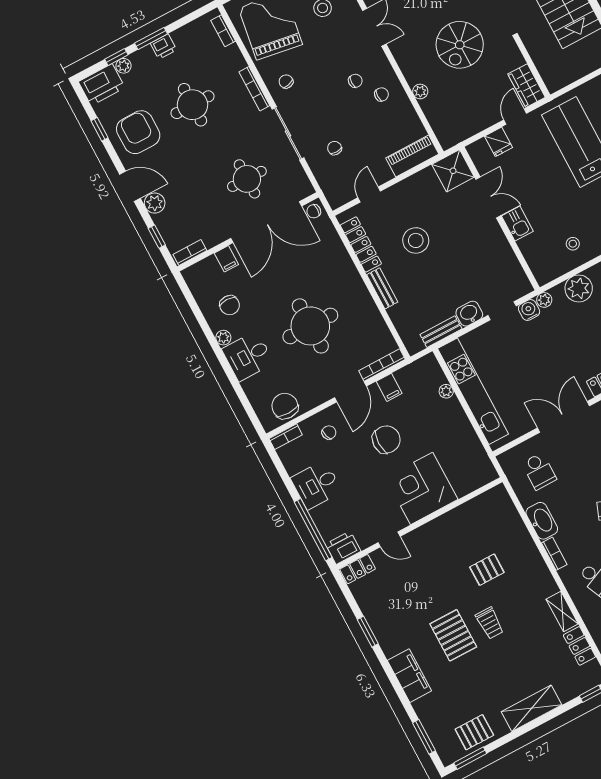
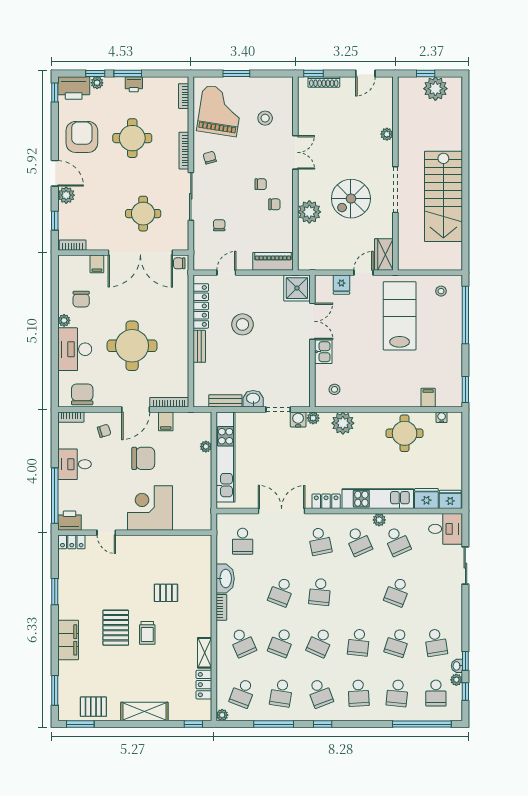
plant: (420, 91) -> (309, 212), width x1.88, depth x1.88
window: (99, 129) -> (55, 93), moved
stool: (573, 244) -> (334, 389), moved
desk: (248, 356) -> (75, 349), width x1.37

